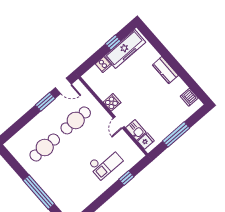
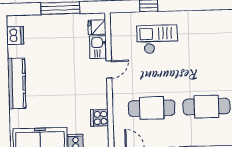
kitchen counter: (165, 70) -> (17, 83), width x1.50
cooker: (112, 102) -> (100, 118), moved

